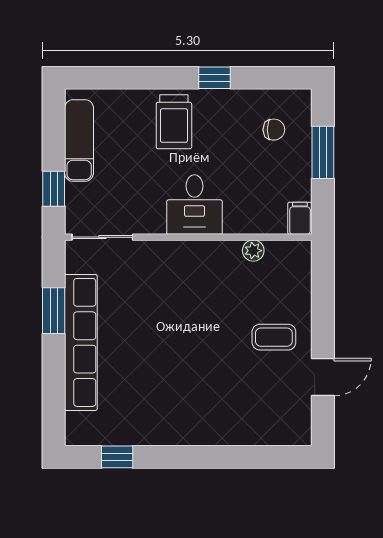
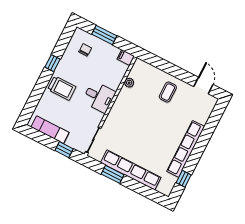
door: (323, 377) -> (203, 86), moved
row of seats: (179, 431) -> (186, 149), added

